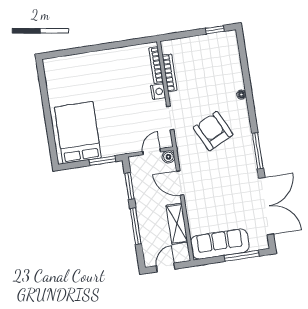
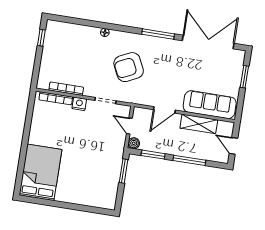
bed: (78, 133) -> (40, 172), moved, turned 90
boiler: (168, 157) -> (134, 143), moved
sofa: (220, 244) -> (210, 105), moved, turned 90
window: (242, 256) -> (244, 77), width x0.69

